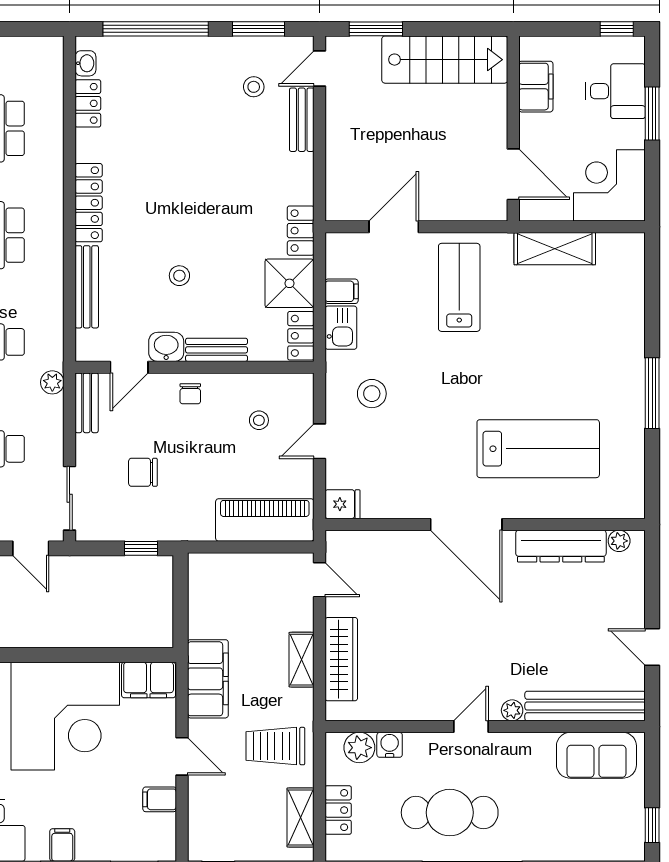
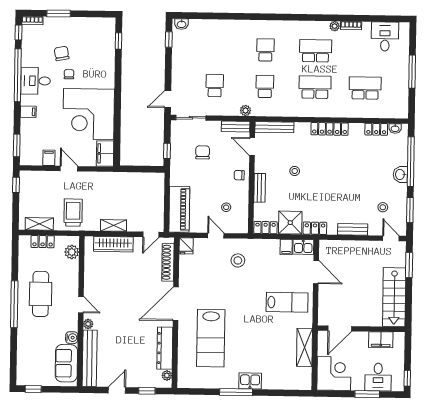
bench: (302, 120) -> (353, 229), moved
bench: (87, 287) -> (274, 127), moved
kitchen sink: (341, 328) -> (303, 247), moved
washbasin: (166, 347) -> (400, 174), moved, turned 180
kitchen sink: (628, 364) -> (250, 381), added
shoe rack: (378, 542) -> (168, 262), added
window: (652, 583) -> (147, 391), added
filing cabinet: (208, 679) -> (105, 181), removed
water cooler: (390, 745) -> (72, 338), moved
door: (182, 756) -> (69, 169), swing flipped

